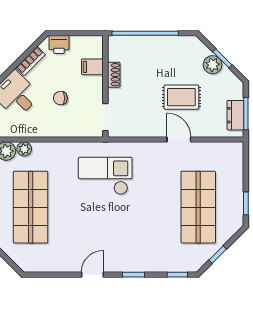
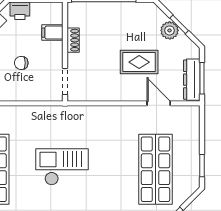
dresser: (235, 115) -> (192, 80), width x1.44
door: (179, 140) -> (159, 103), moved
checkout: (105, 176) -> (62, 167), moved

